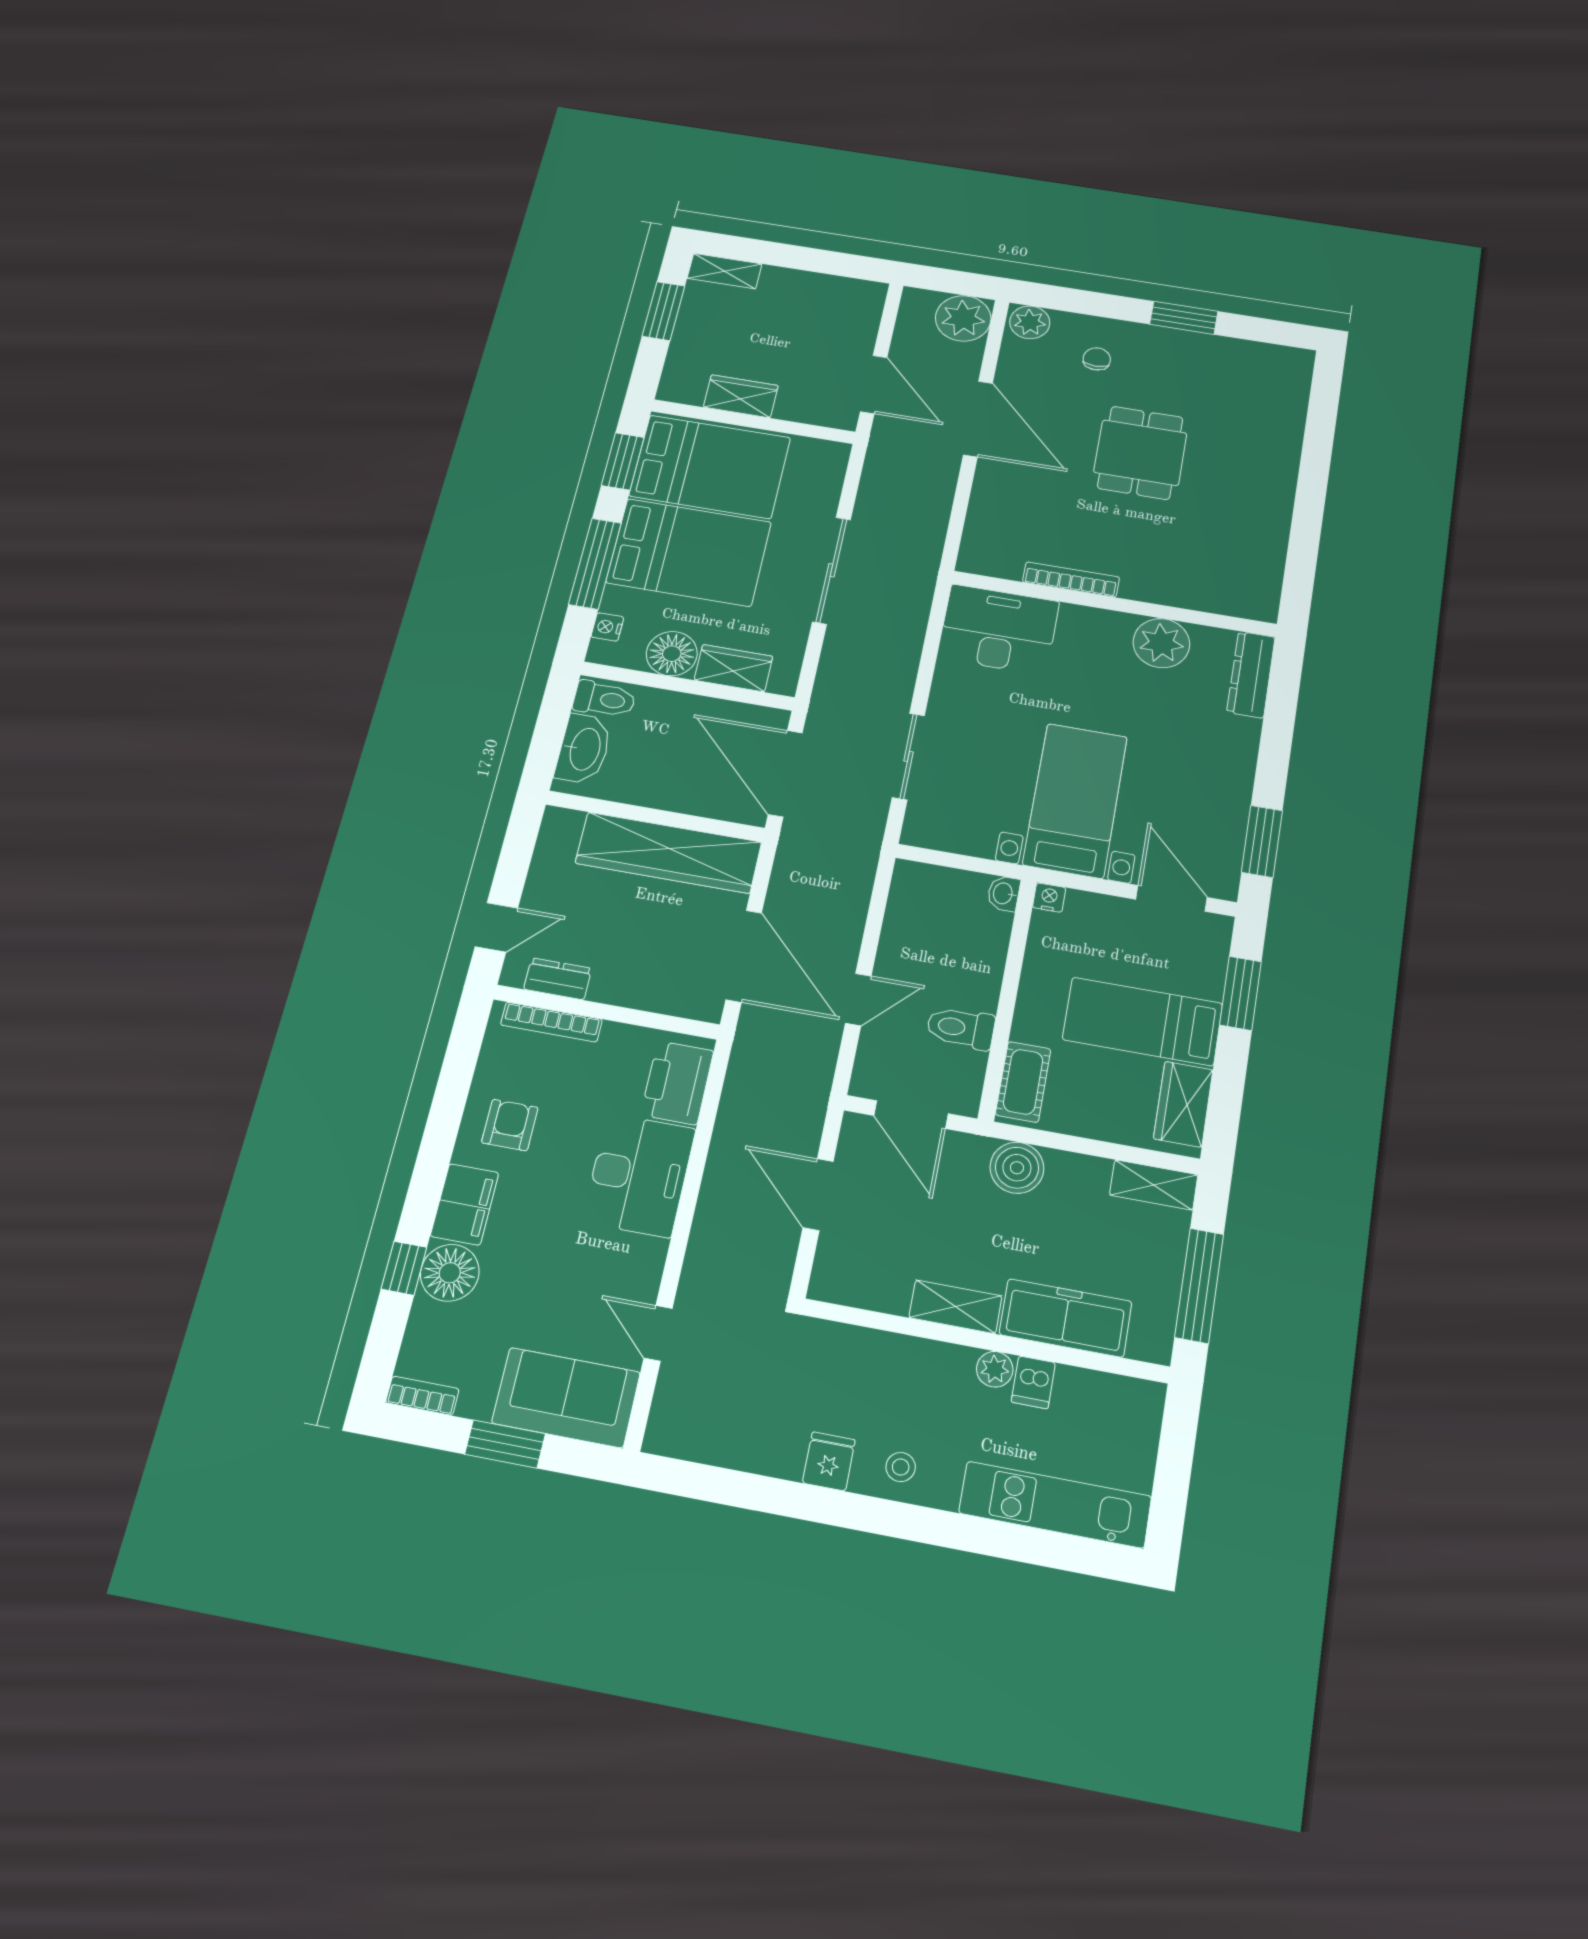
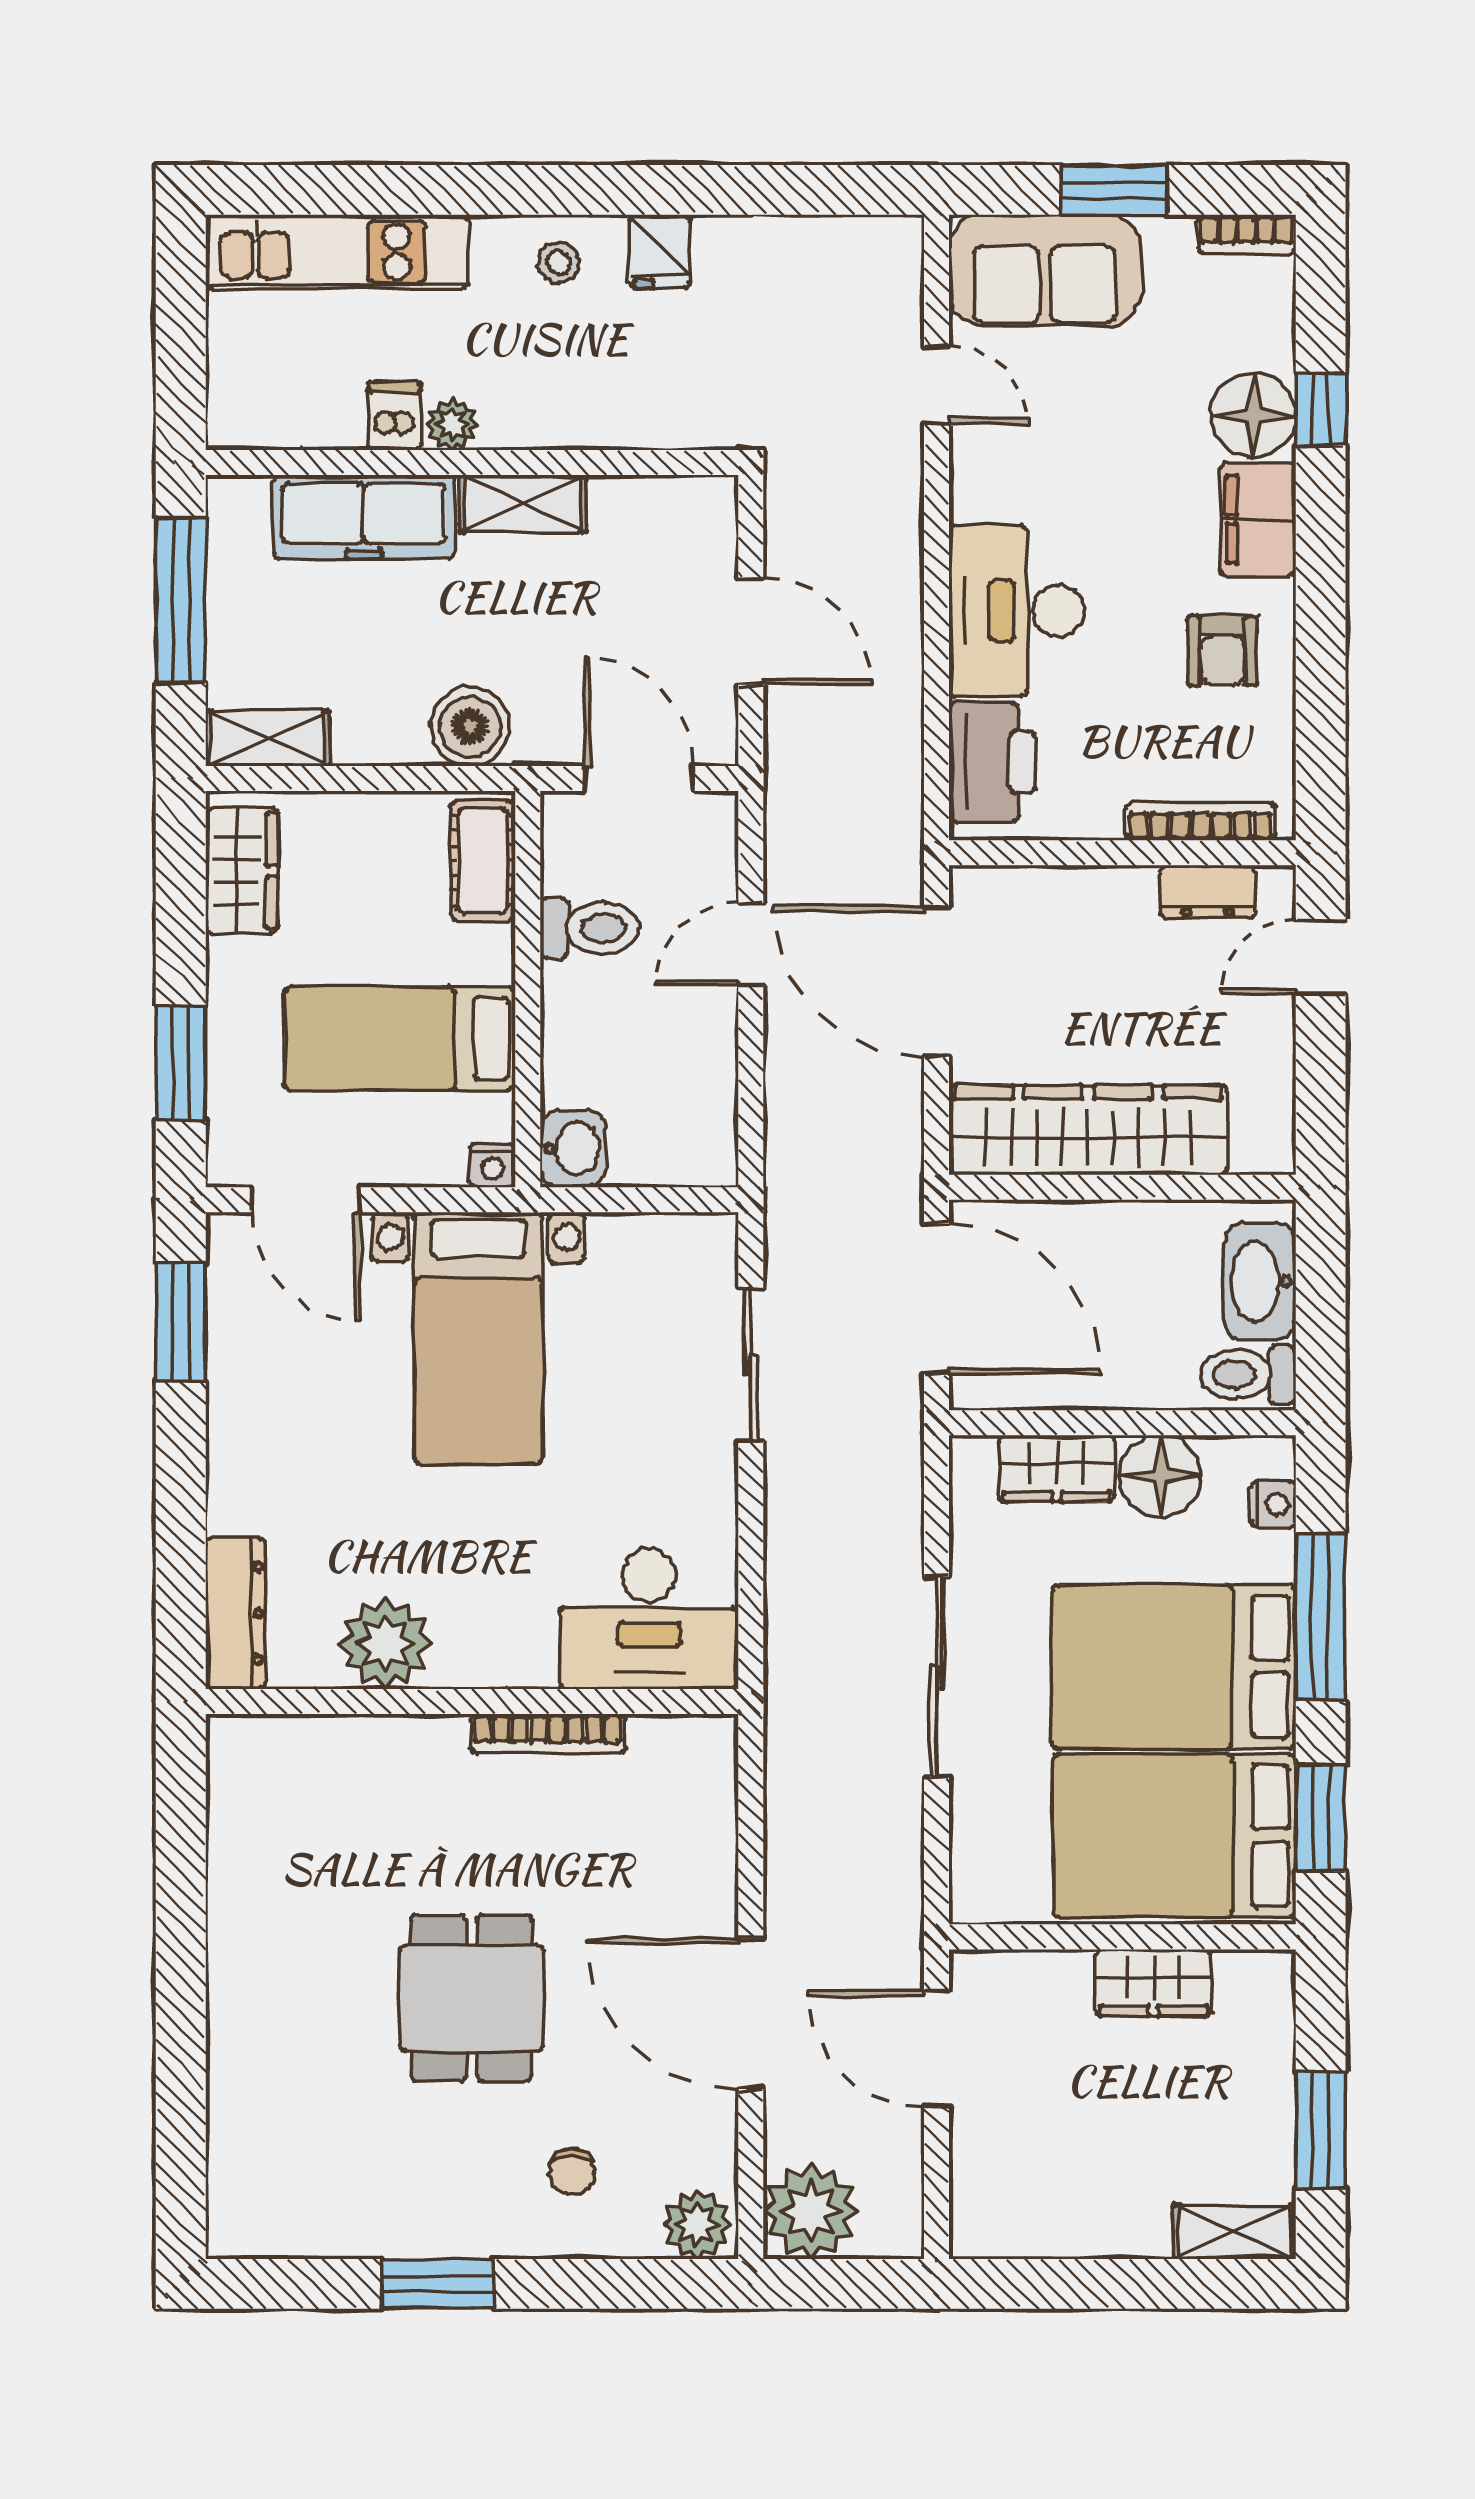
washbasin: (1004, 894) -> (573, 1148), width x1.38, depth x1.45
bed: (1142, 1021) -> (400, 1039), moved, turned 180

